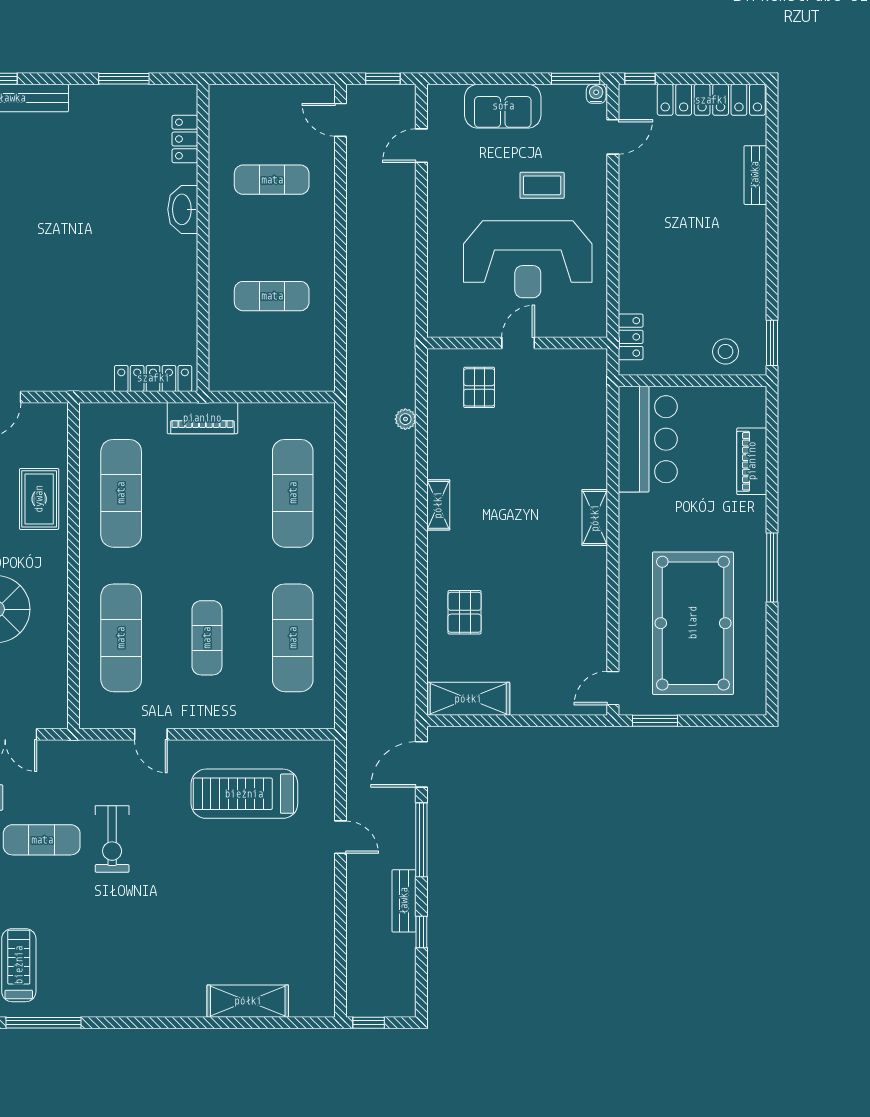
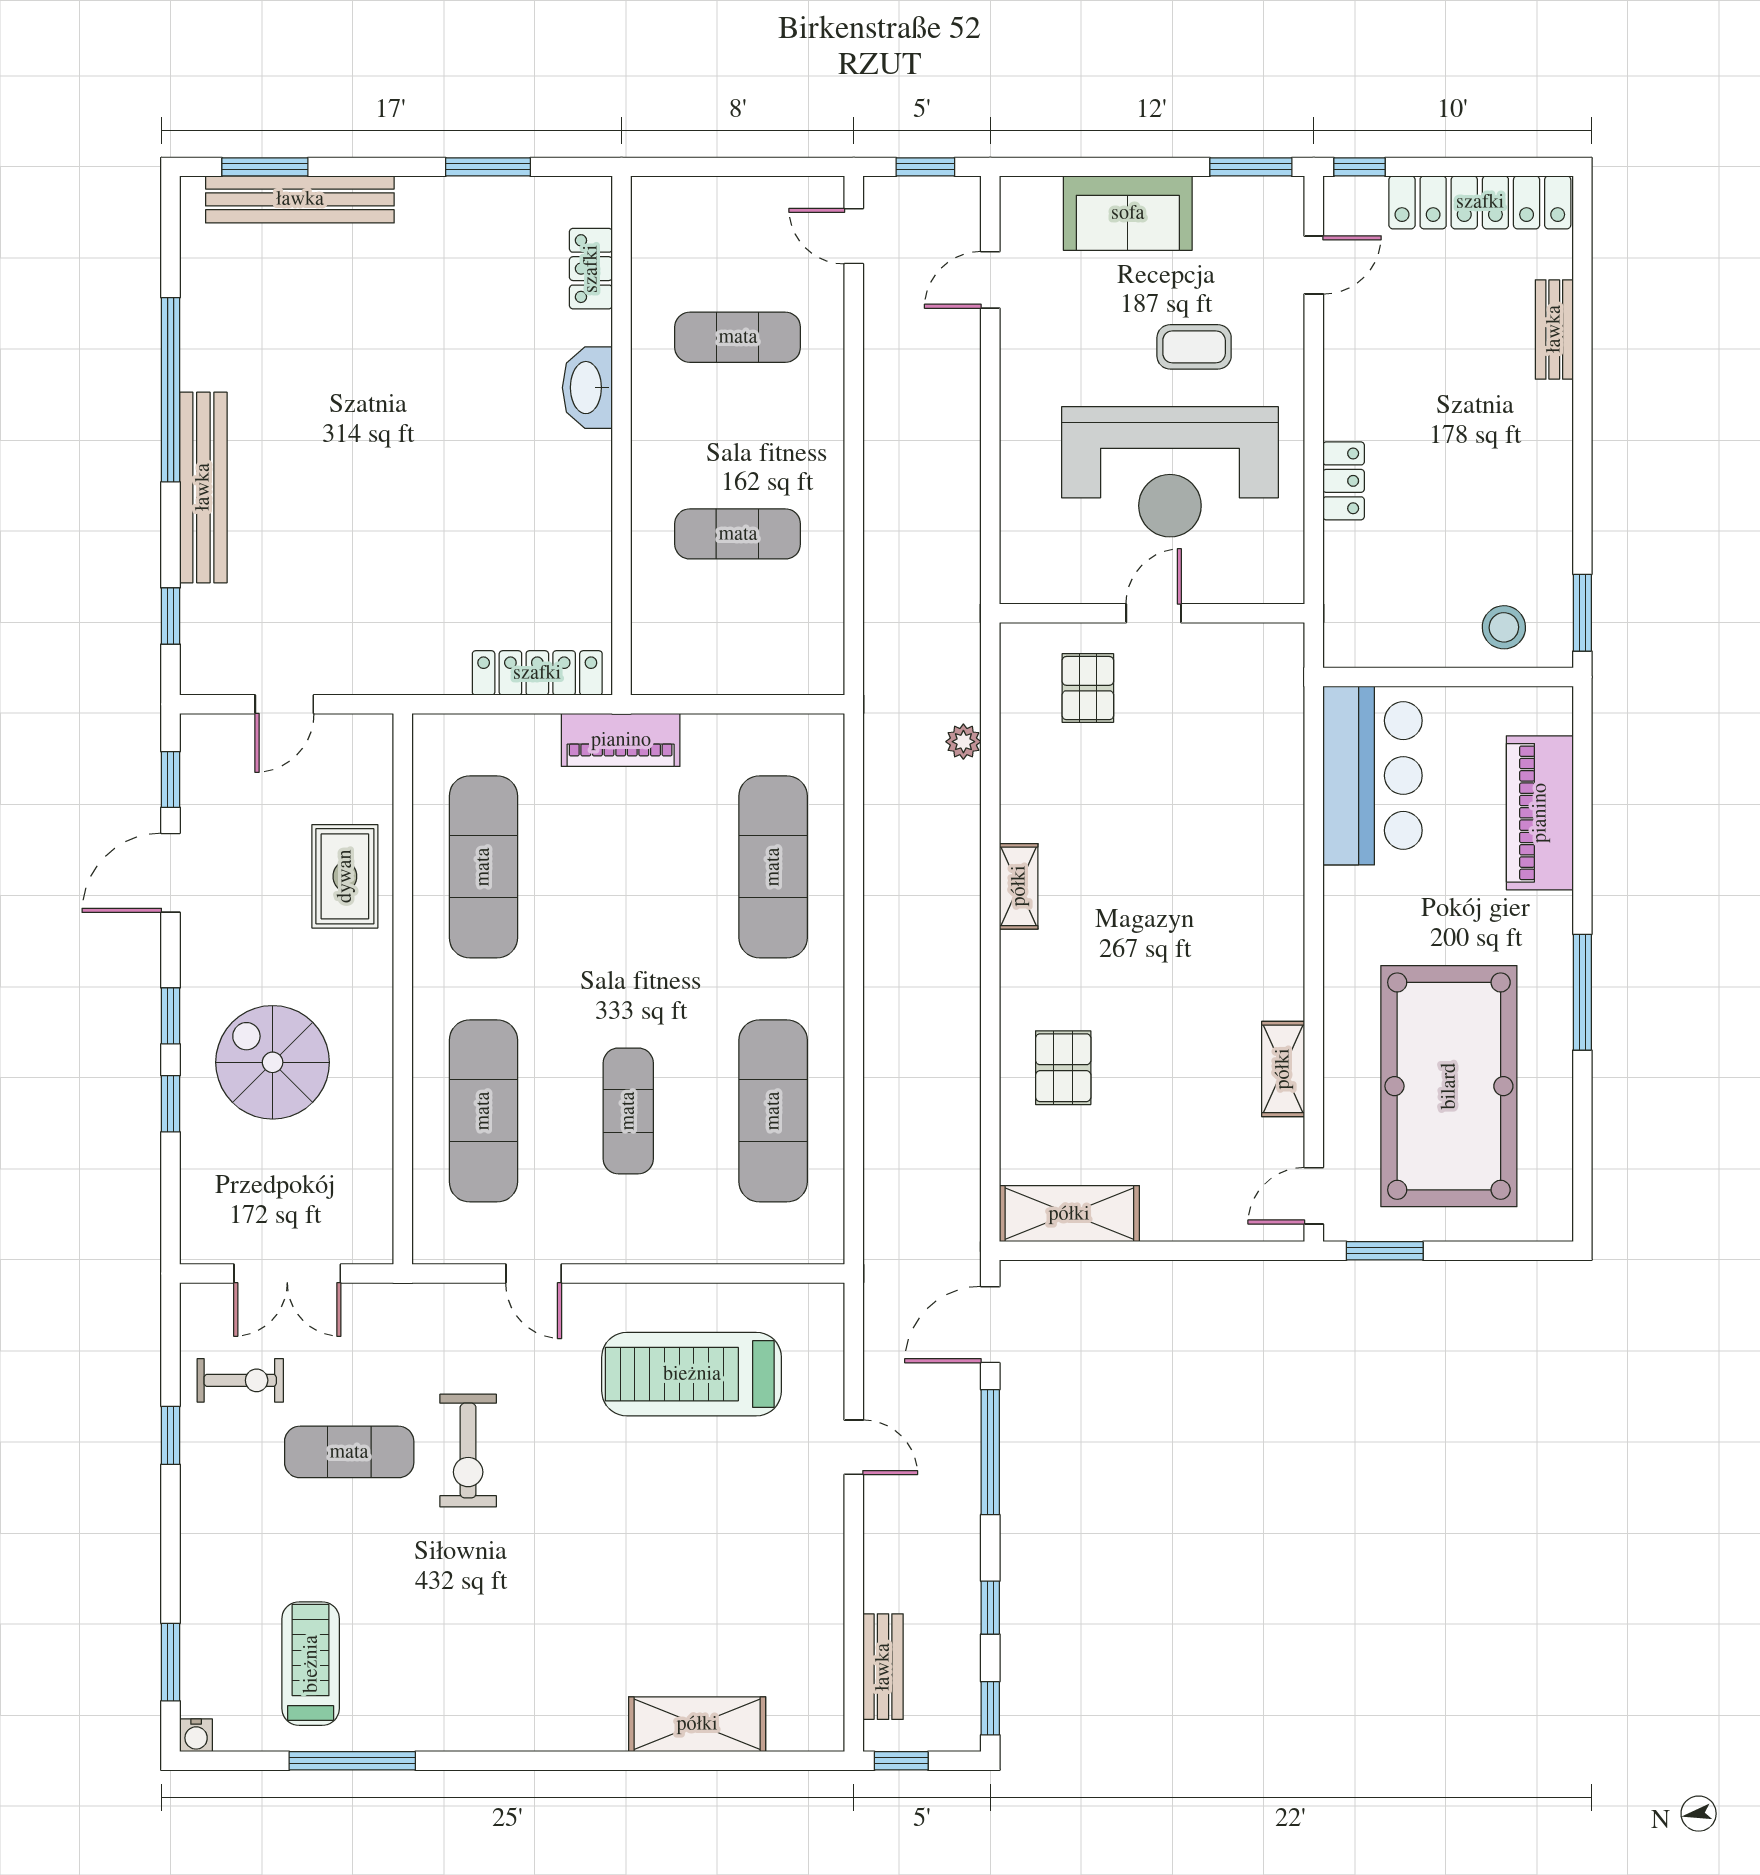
water cooler: (596, 94) -> (1285, 192), removed
locker: (631, 337) -> (1344, 481), moved
piano: (752, 461) -> (1540, 813), width x1.37, depth x1.33
shelving: (595, 518) -> (1283, 1069), moved
bench: (404, 901) -> (883, 1667), moved
window: (421, 992) -> (990, 1708), added

